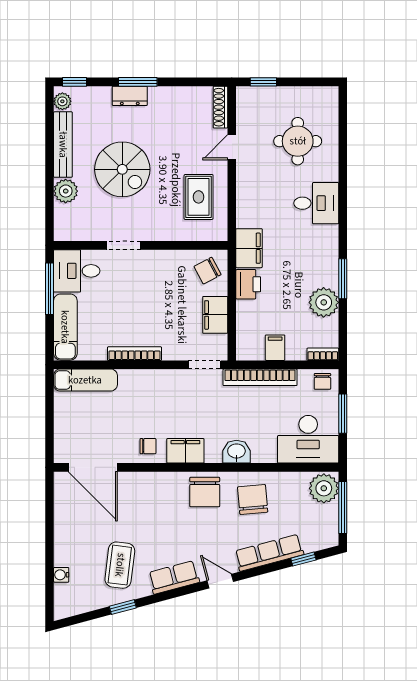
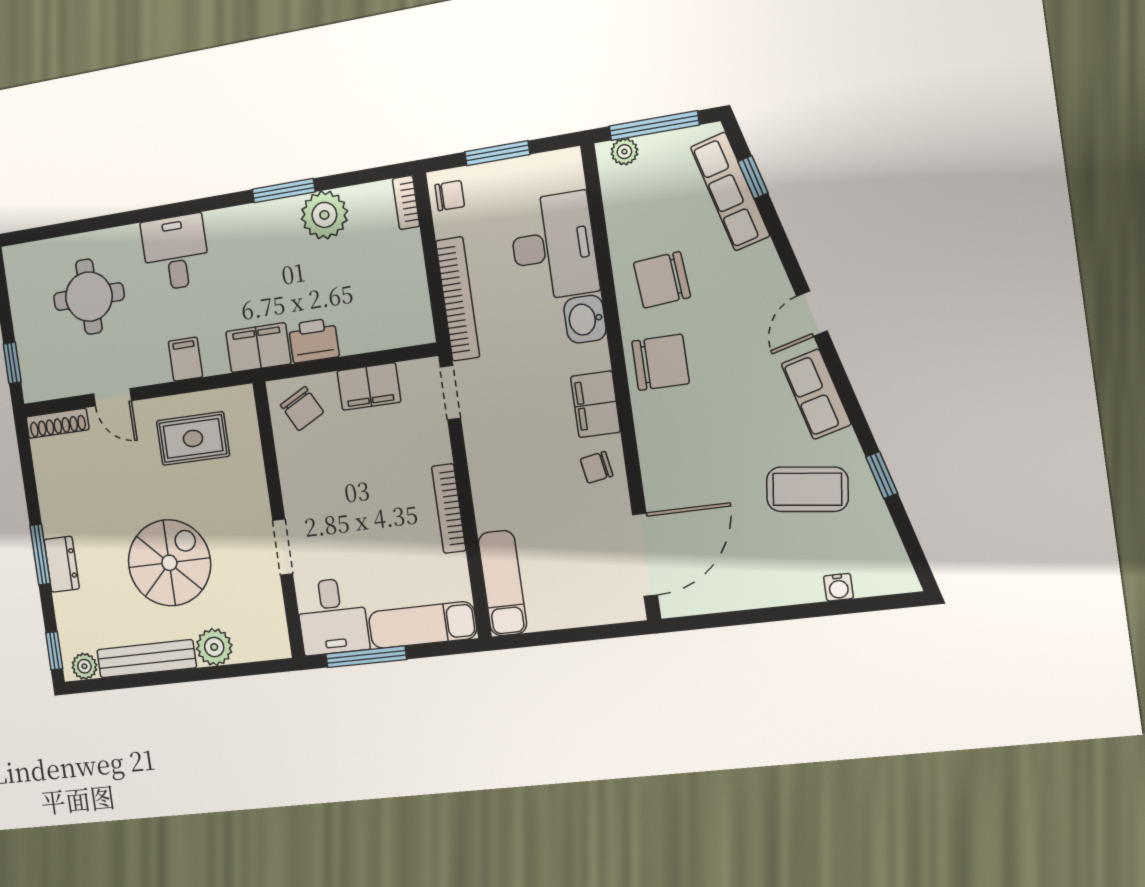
filing cabinet: (275, 348) -> (185, 359), moved, turned 90
desk: (308, 439) -> (554, 246), moved
chair: (148, 446) -> (597, 467), turned -100
plant: (324, 488) -> (624, 152), width x0.53, depth x0.53
row of seats: (269, 553) -> (730, 191), moved

